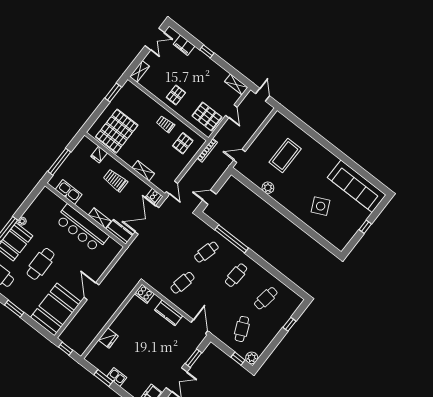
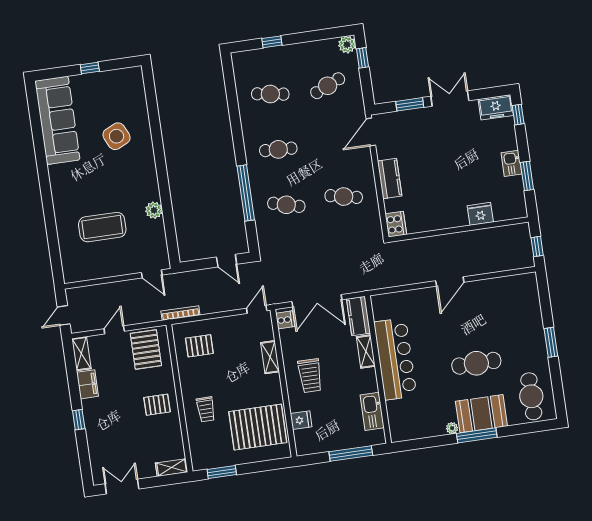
filing cabinet: (184, 45) -> (88, 384), moved
trolley: (165, 124) -> (206, 409), moved
booth: (56, 309) -> (507, 299), removed

